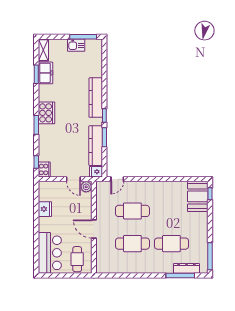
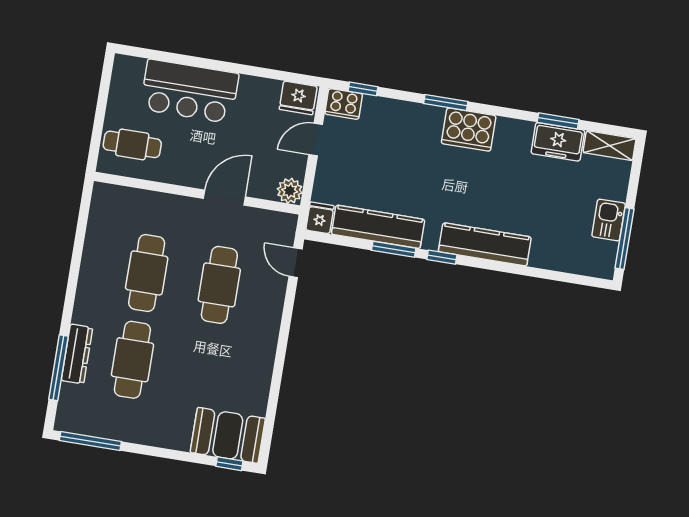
door: (73, 179) -> (316, 140), moved
fridge: (45, 209) -> (298, 98), moved
door: (94, 229) -> (224, 198), moved
bar counter: (50, 253) -> (189, 91), moved
dresser: (186, 268) -> (77, 354), moved

